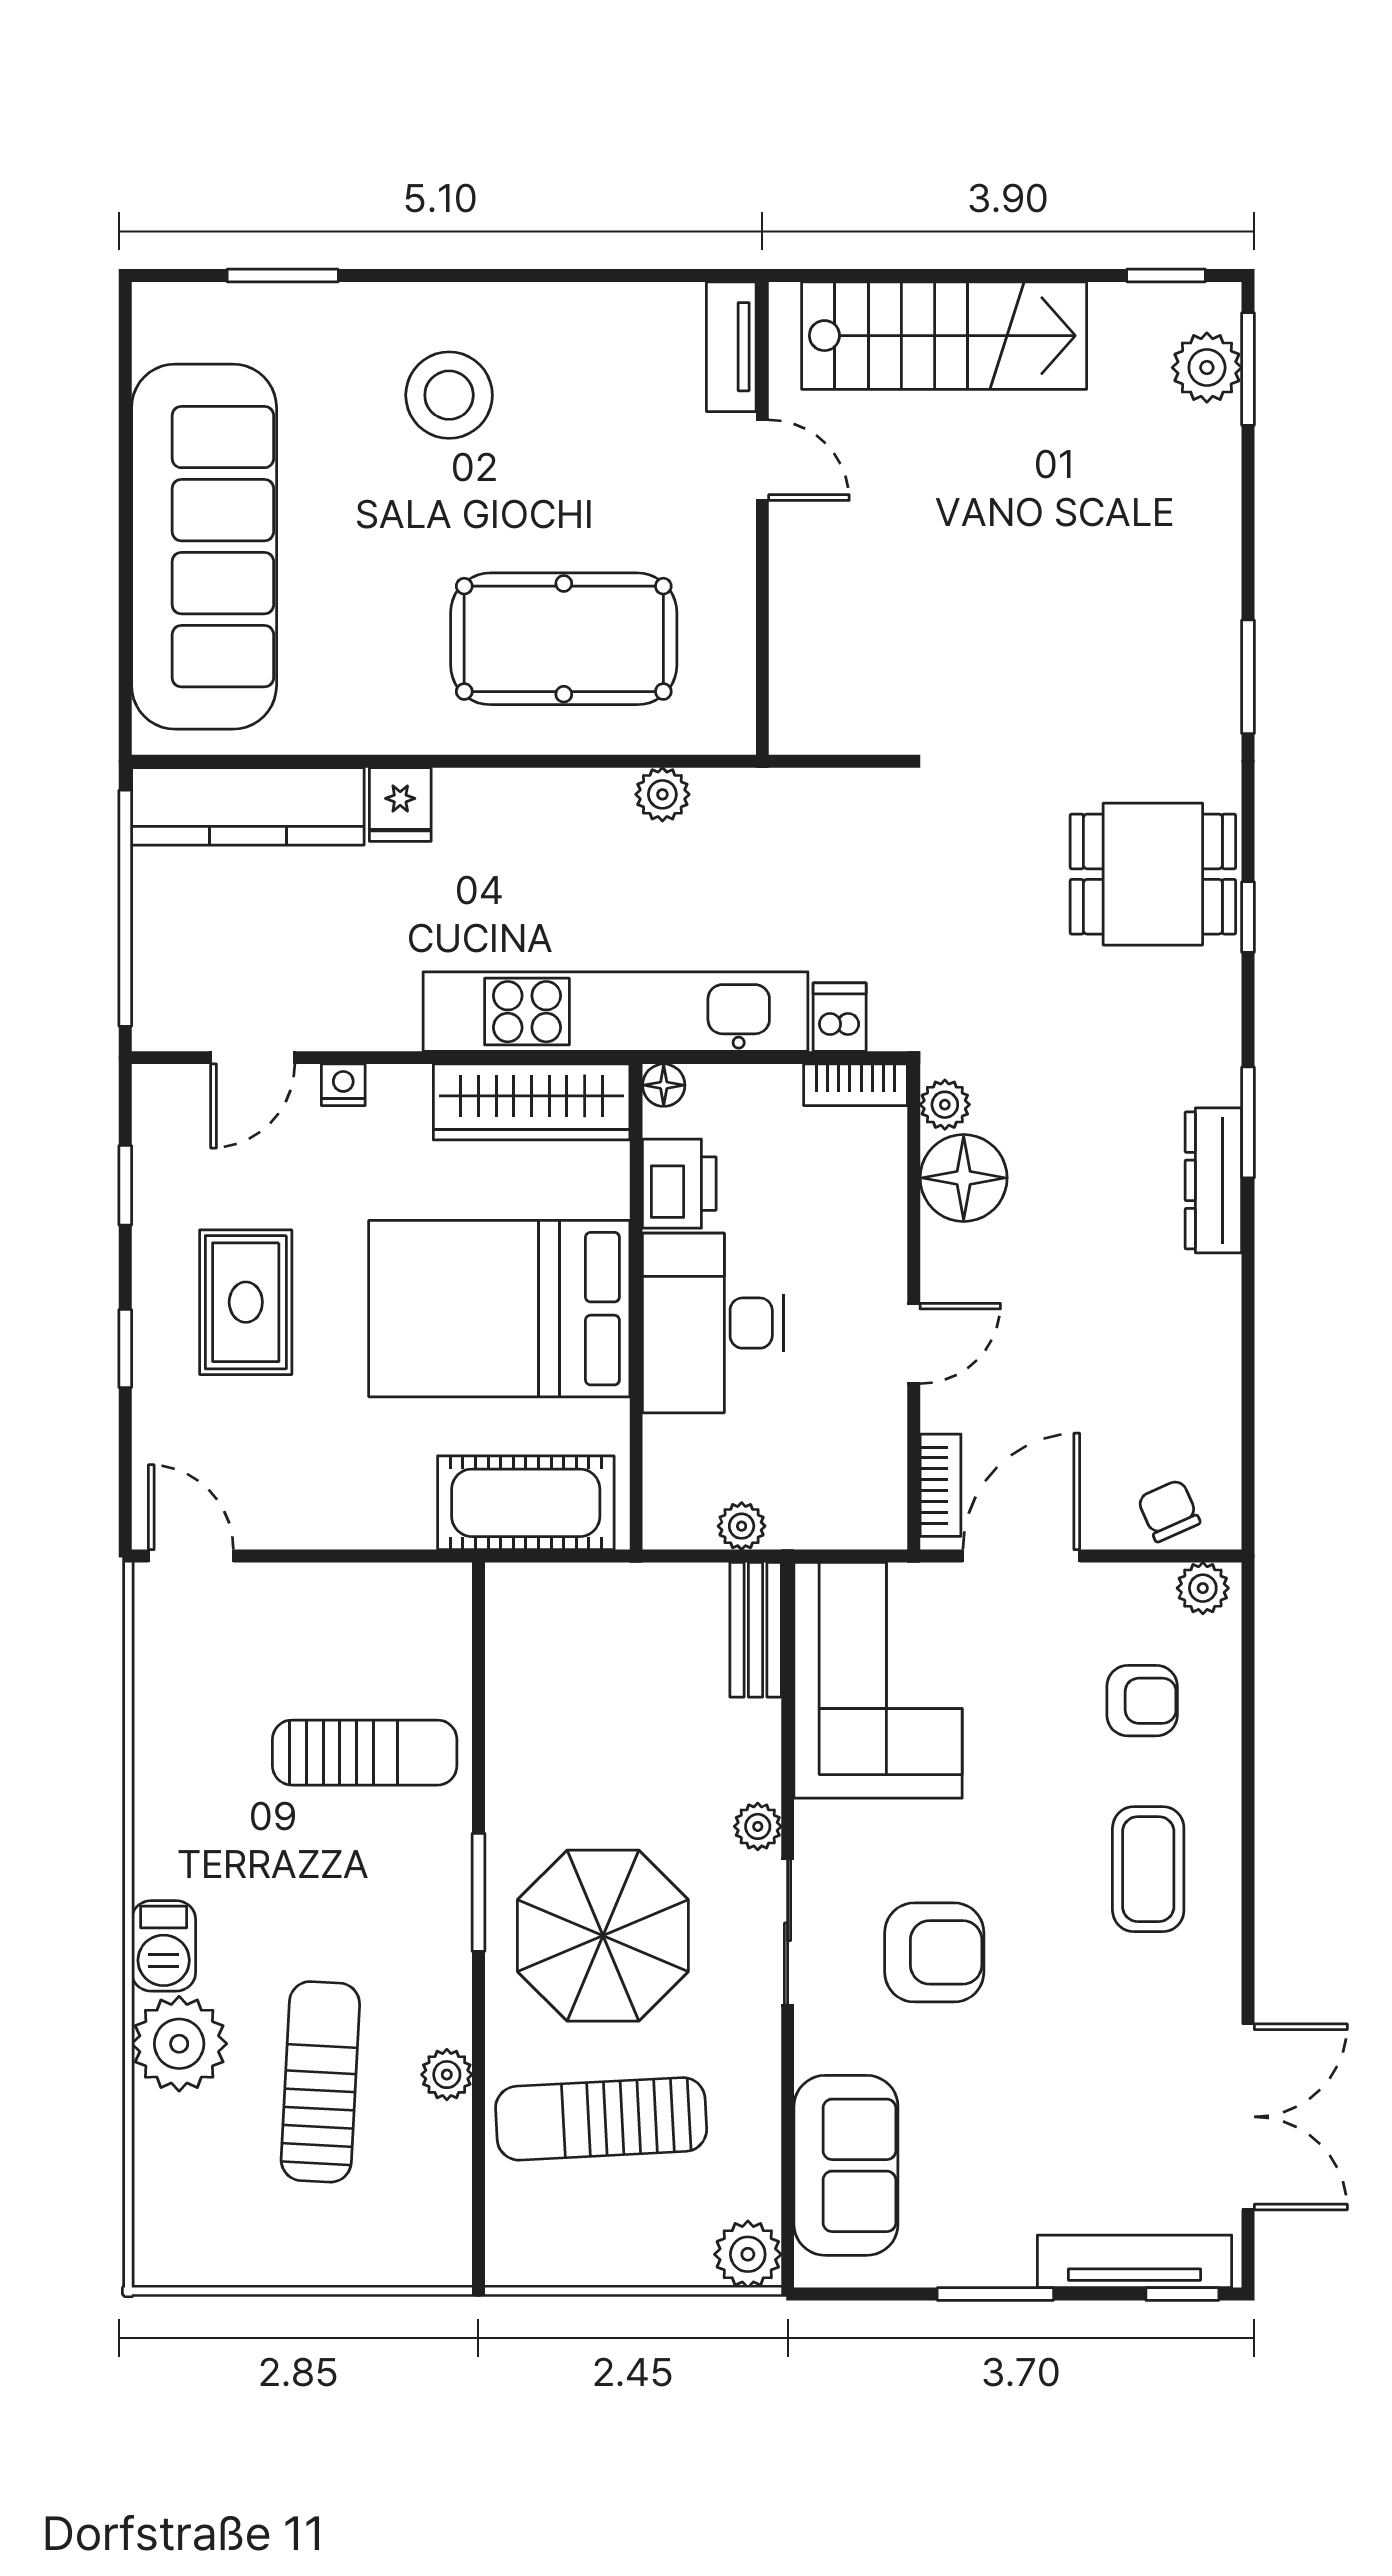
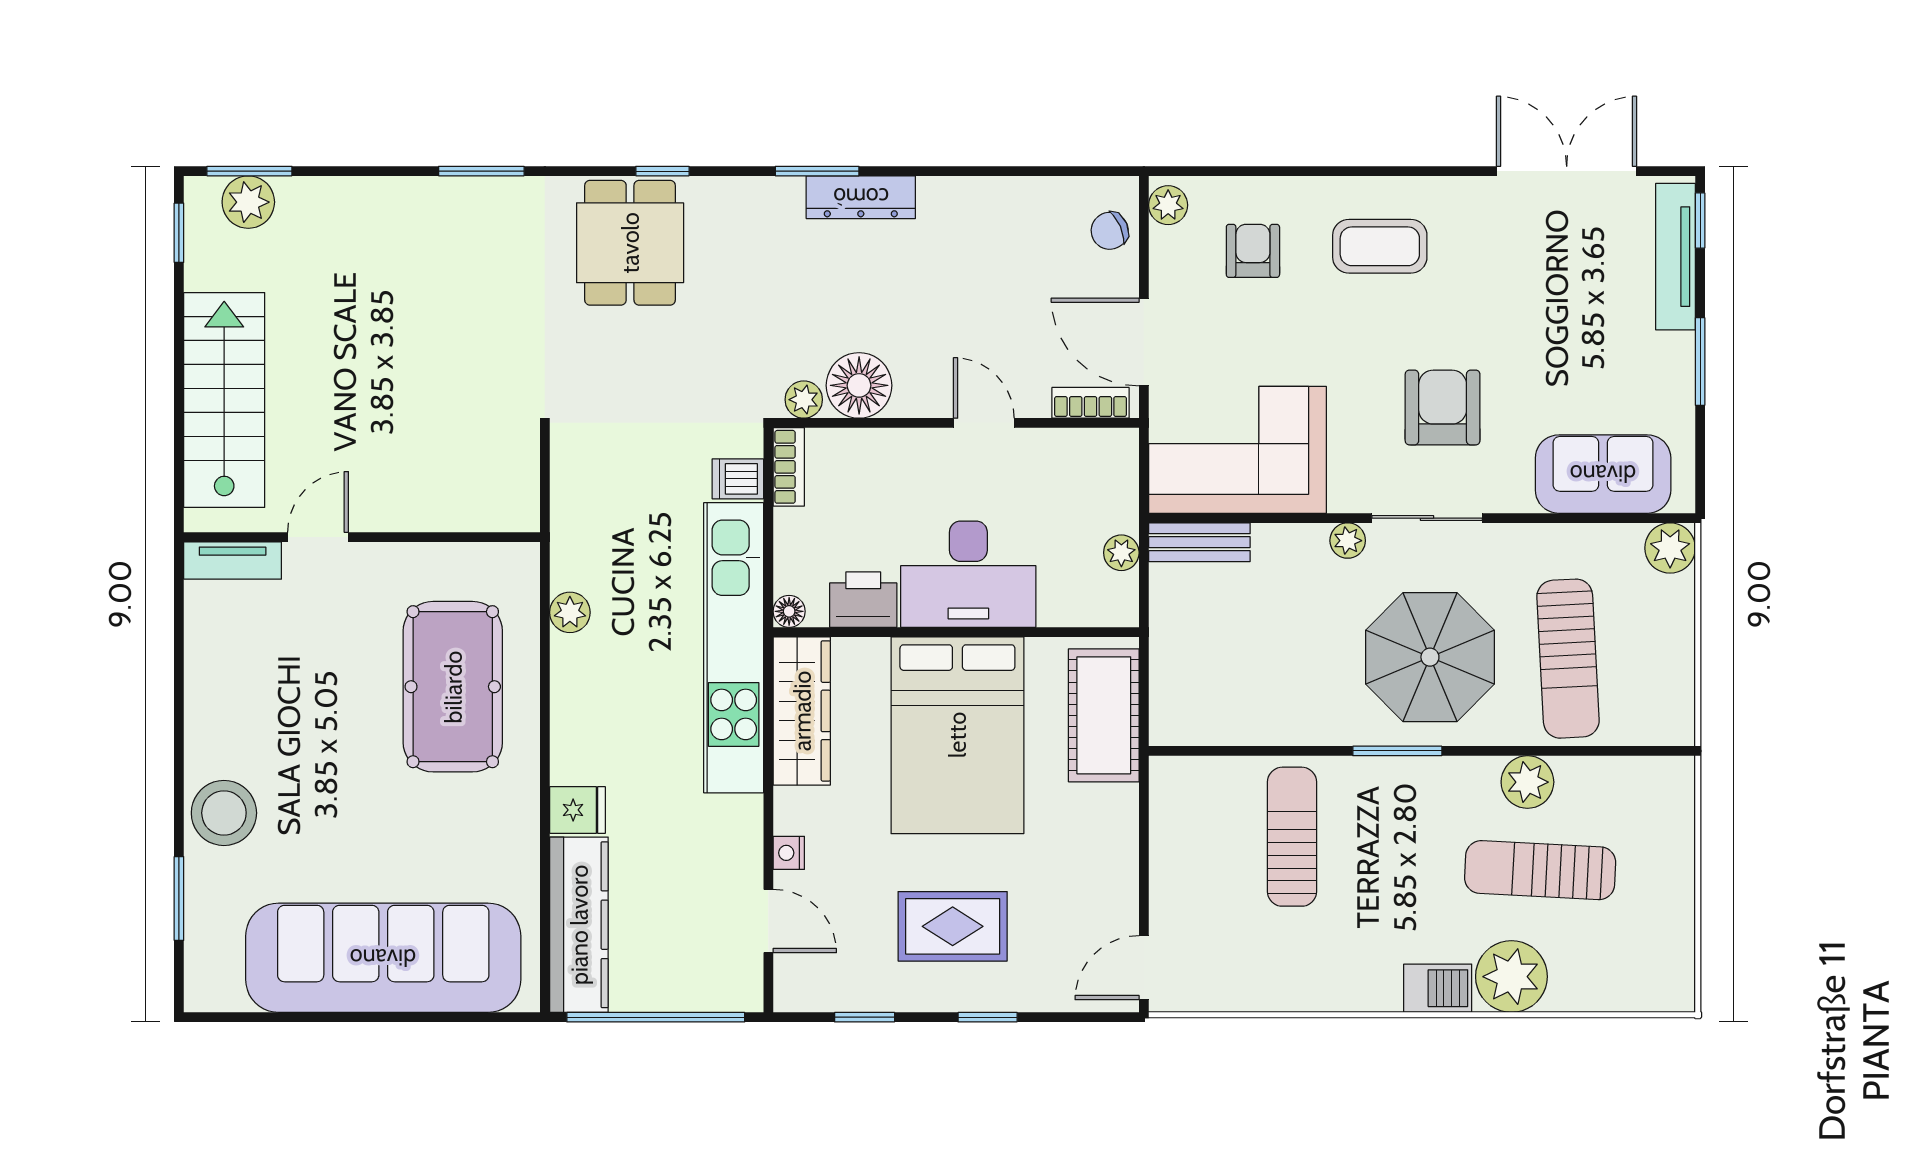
stool: (449, 395) -> (224, 813), moved
plant: (447, 2075) -> (1527, 782), width x1.38, depth x1.38

